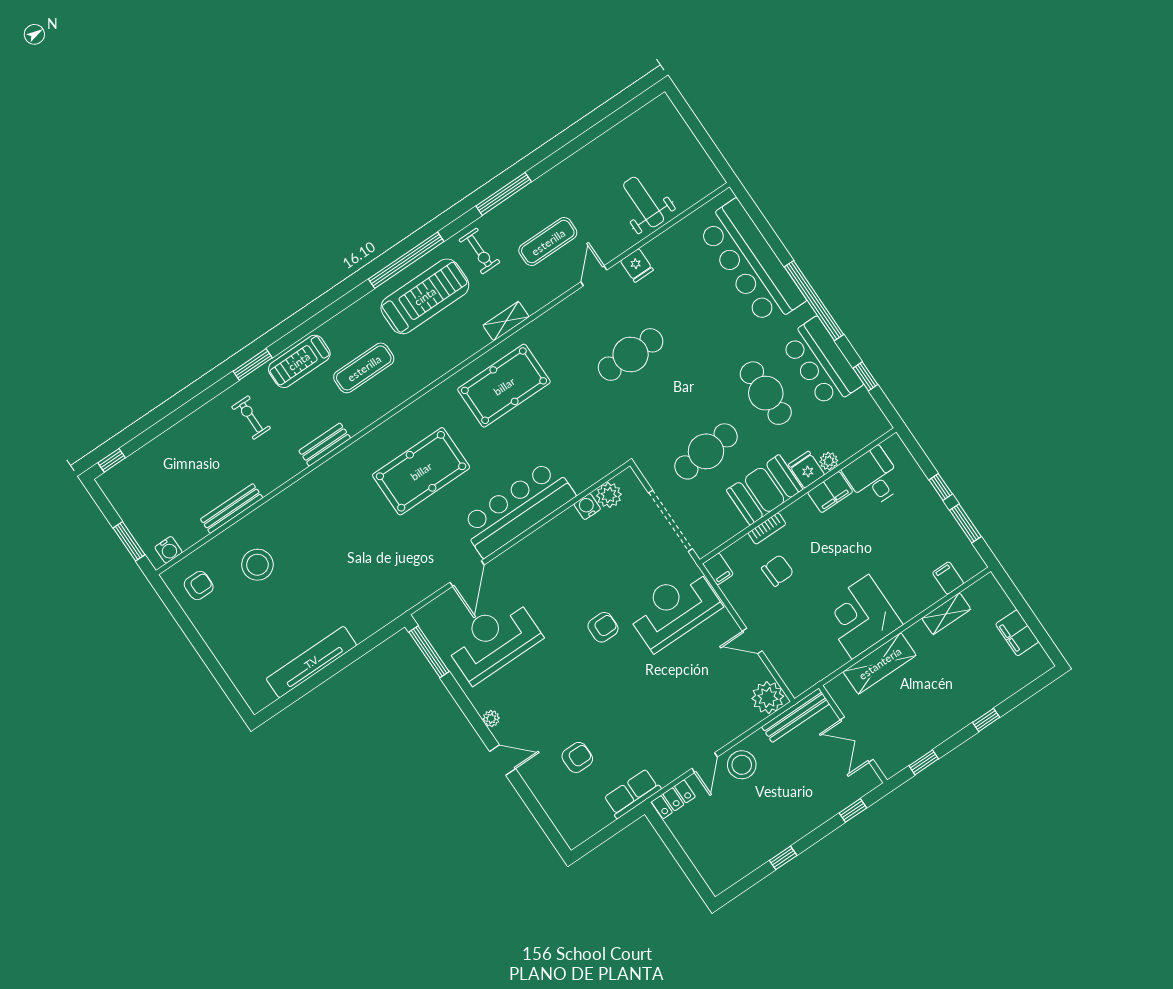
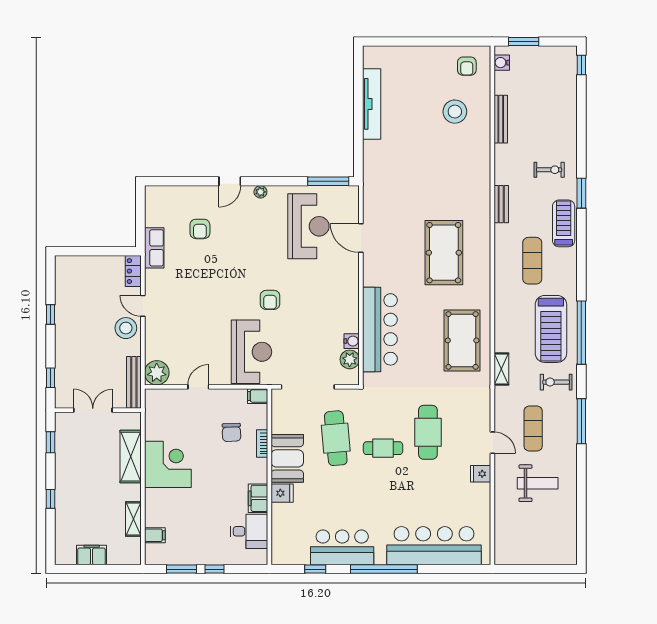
weight bench: (644, 202) -> (538, 483), moved
cafe table: (766, 393) -> (383, 448), moved, width x0.73, depth x0.74
plant: (829, 461) -> (278, 510), removed
bar counter: (517, 509) -> (380, 329), moved

